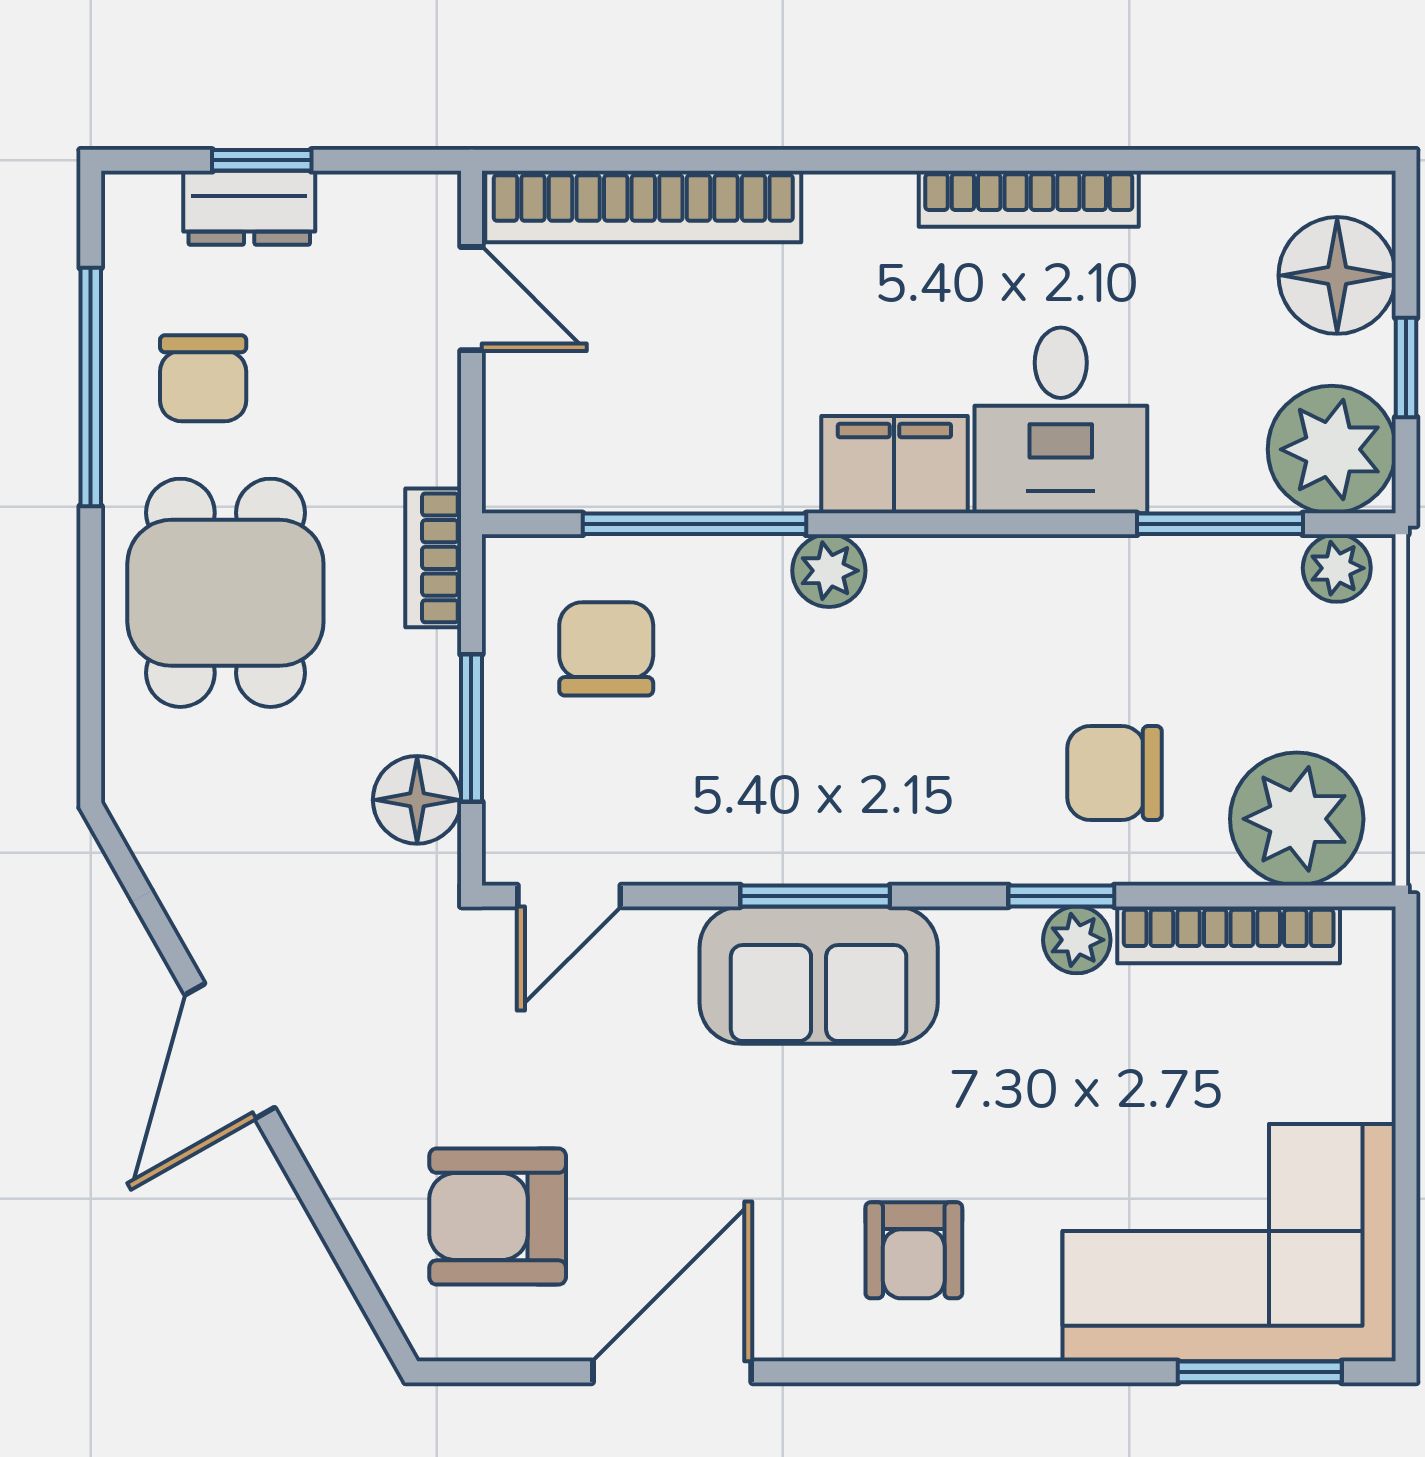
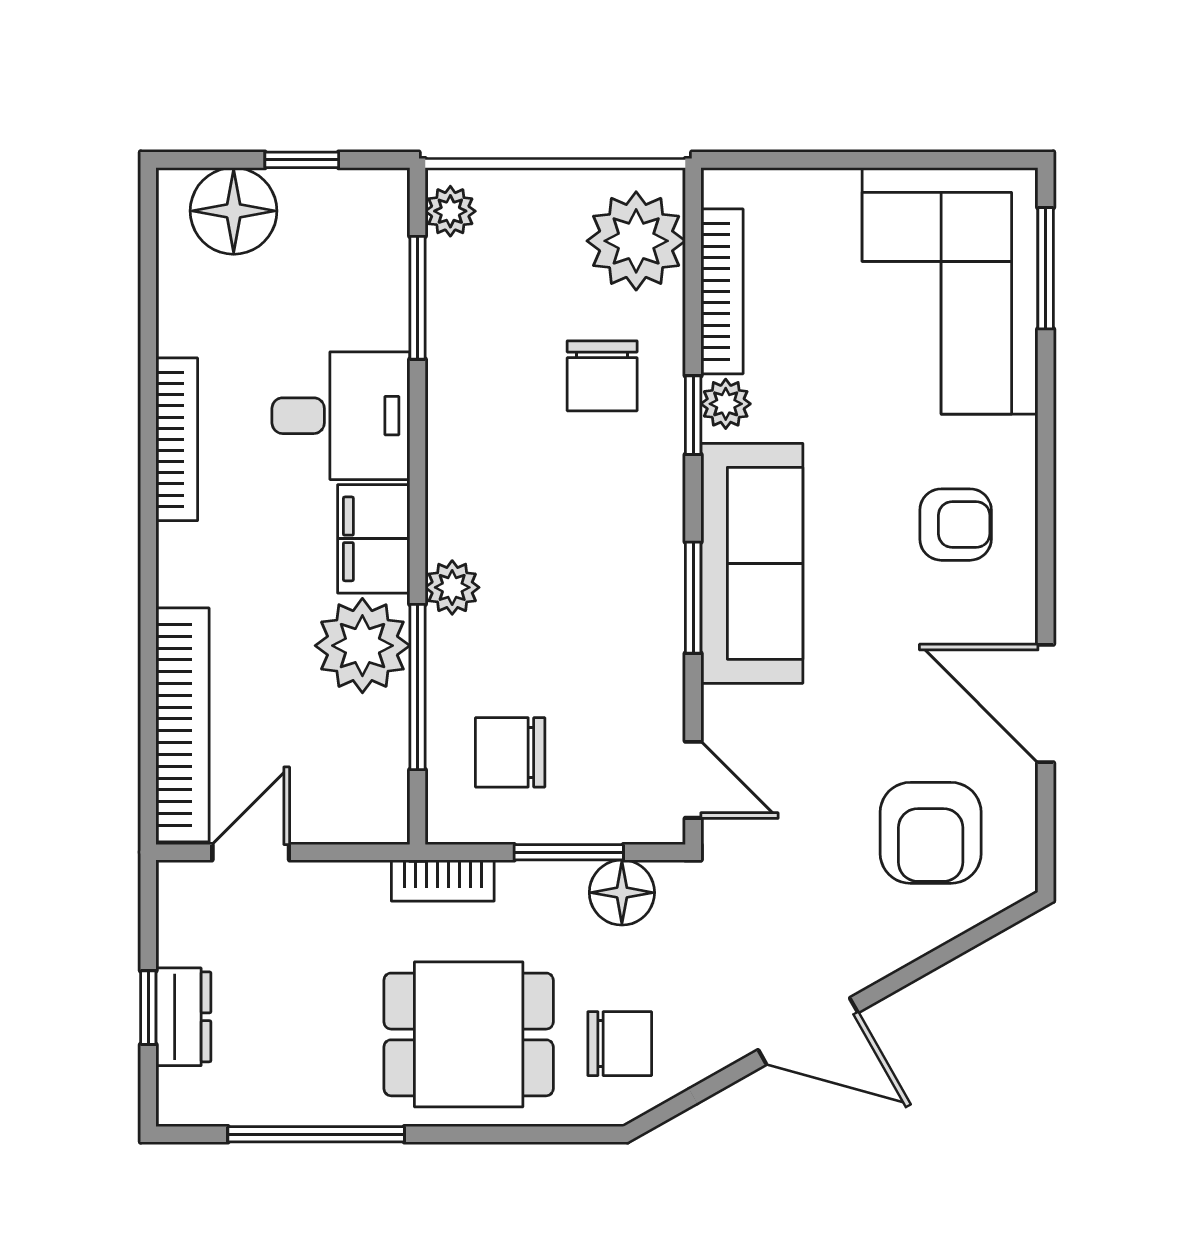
chair: (203, 378) -> (620, 1044), moved
plant: (1332, 449) -> (362, 646), moved
sofa: (819, 975) -> (752, 563), width x1.36

